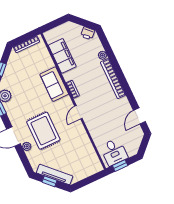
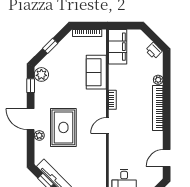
filing cabinet: (62, 56) -> (118, 47), moved
sofa: (54, 84) -> (96, 72), moved

